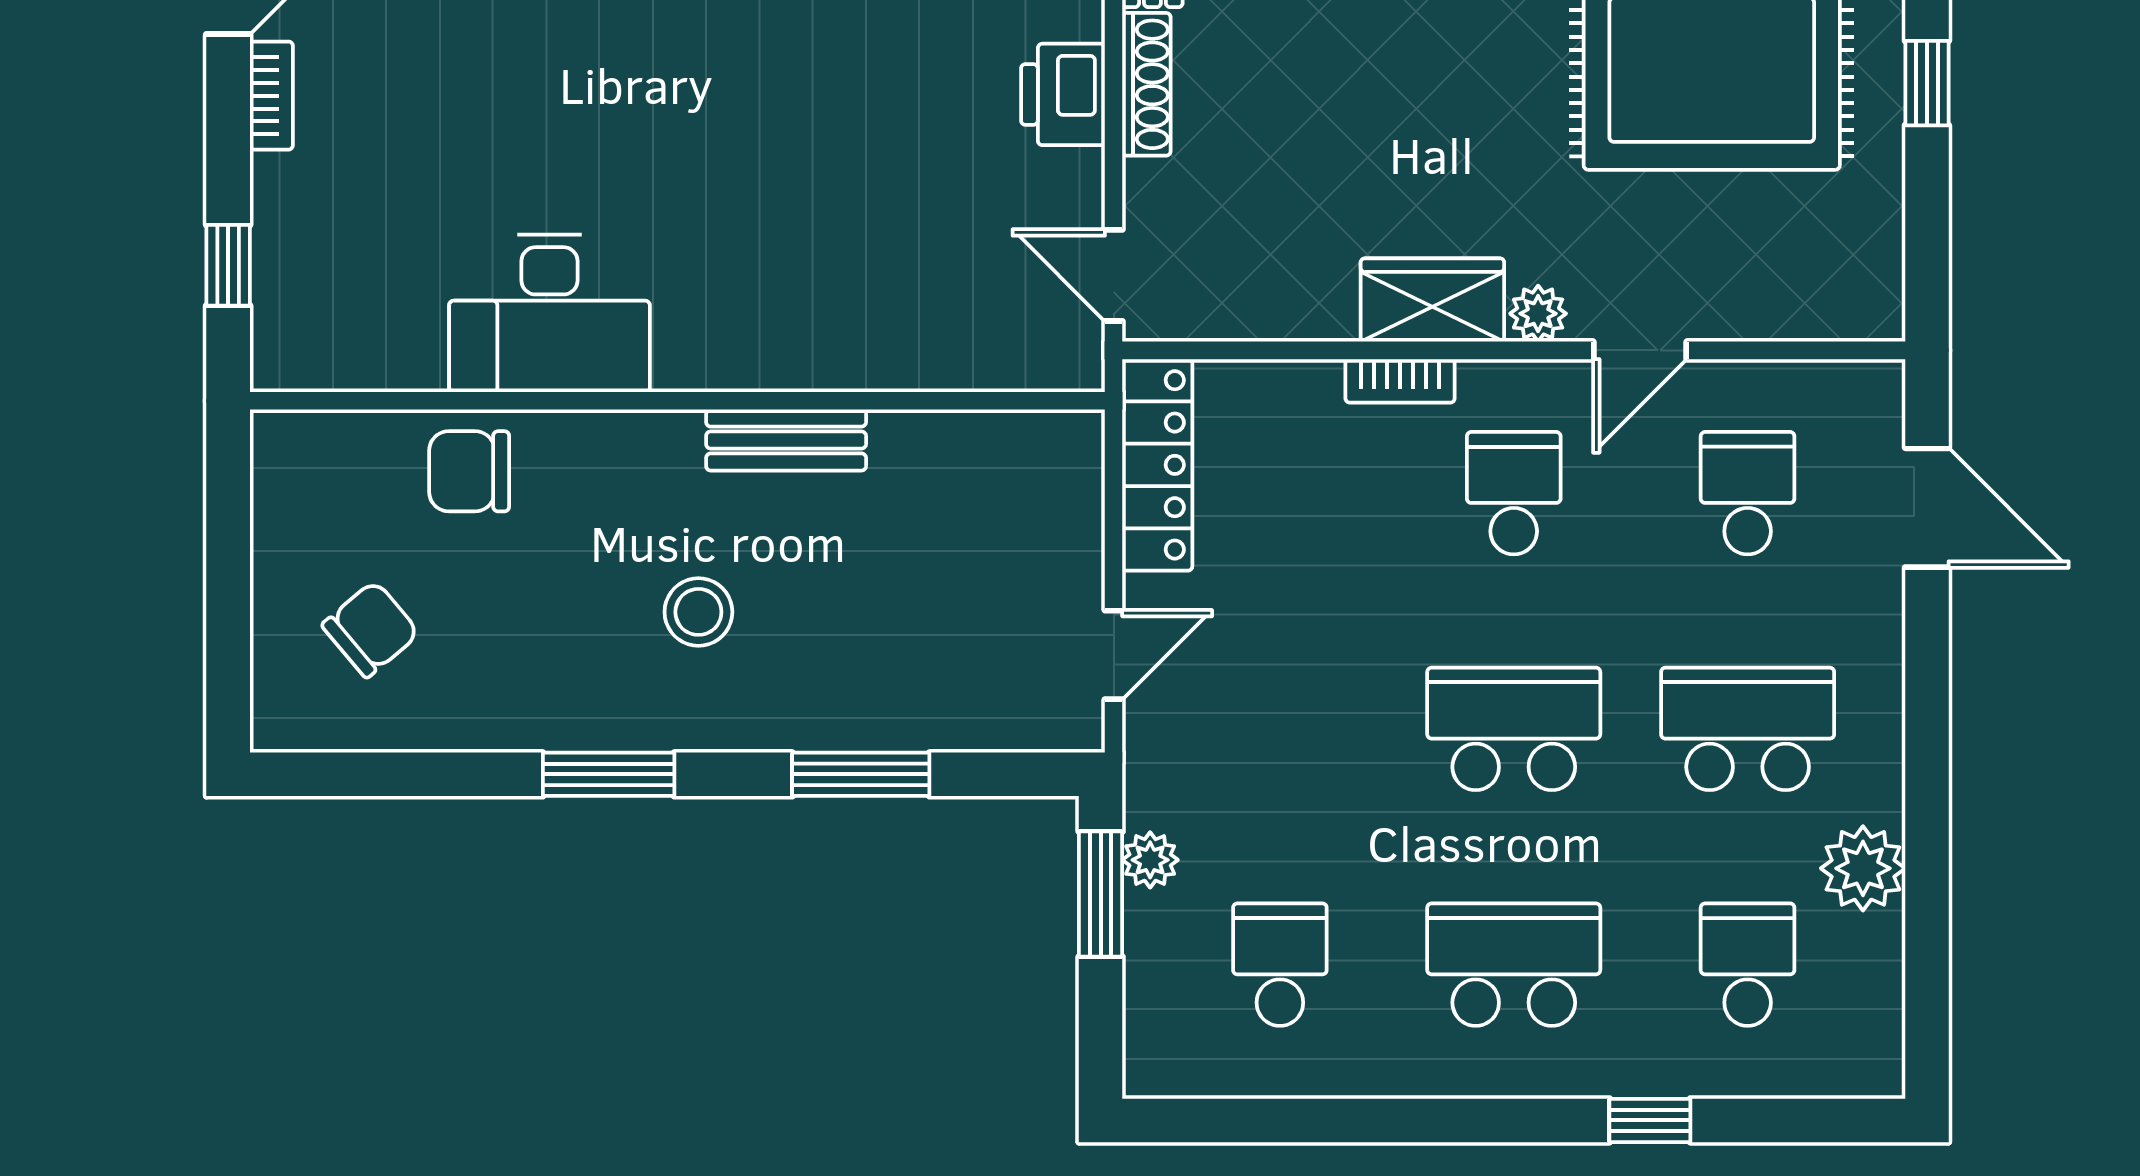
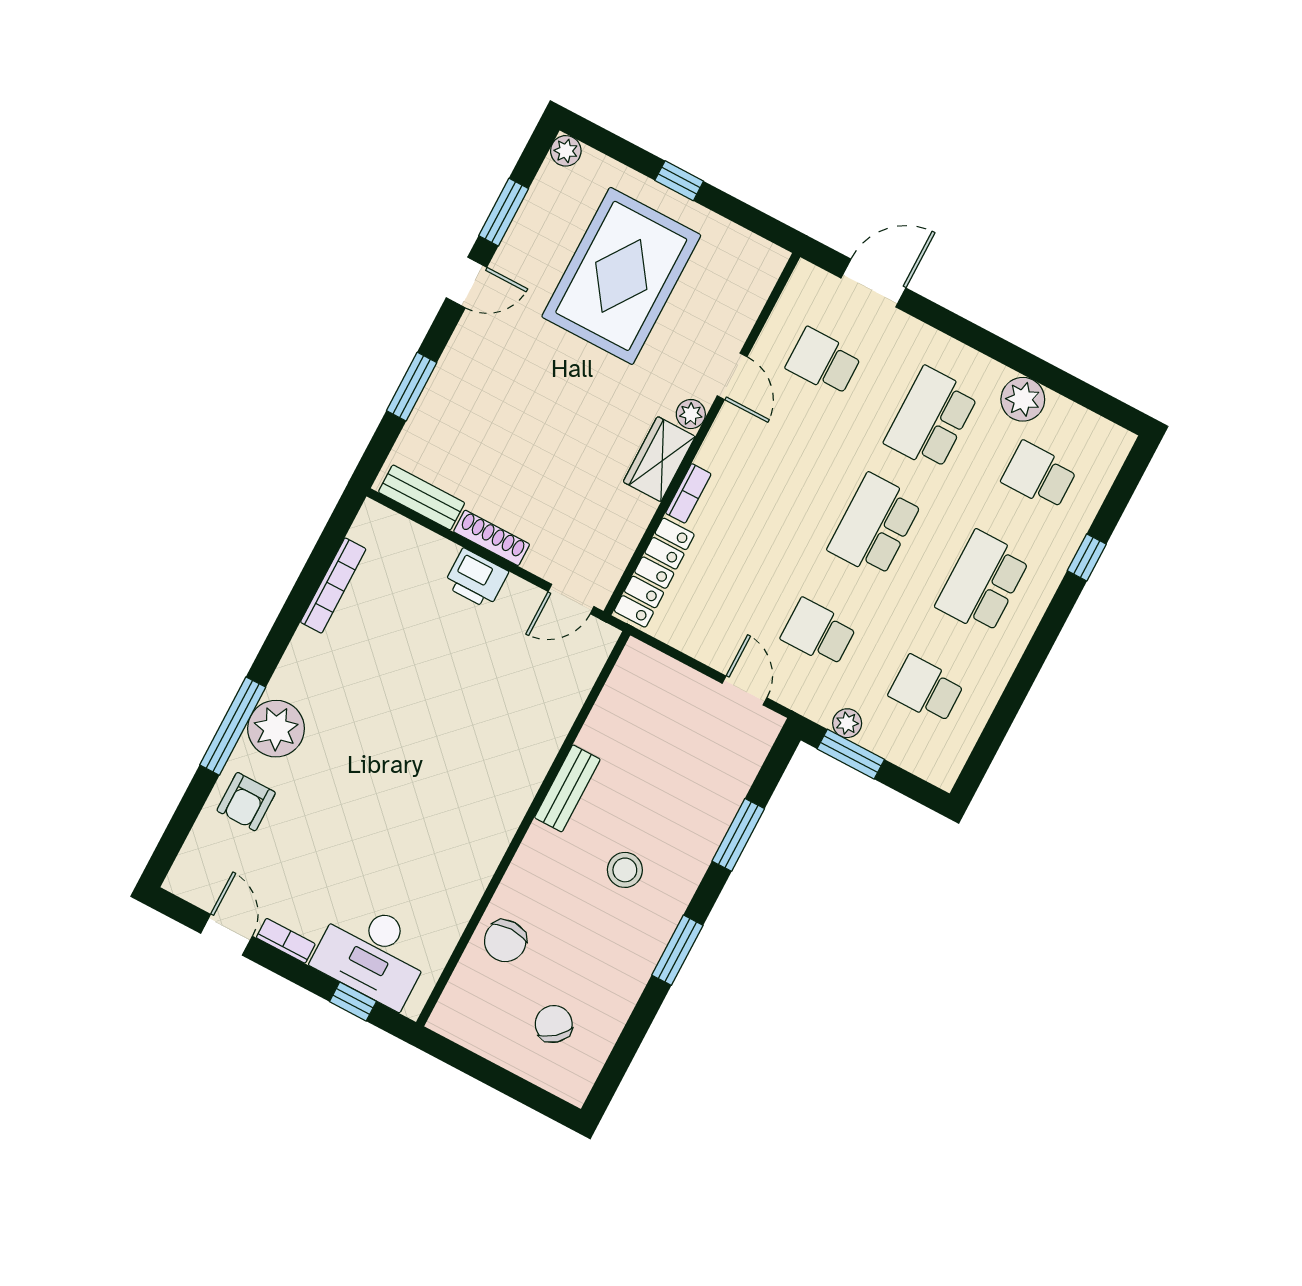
desk: (550, 313) -> (373, 953), moved, turned 90
locker: (1157, 465) -> (654, 573), moved, turned 90
school desk: (1514, 493) -> (818, 632), moved

